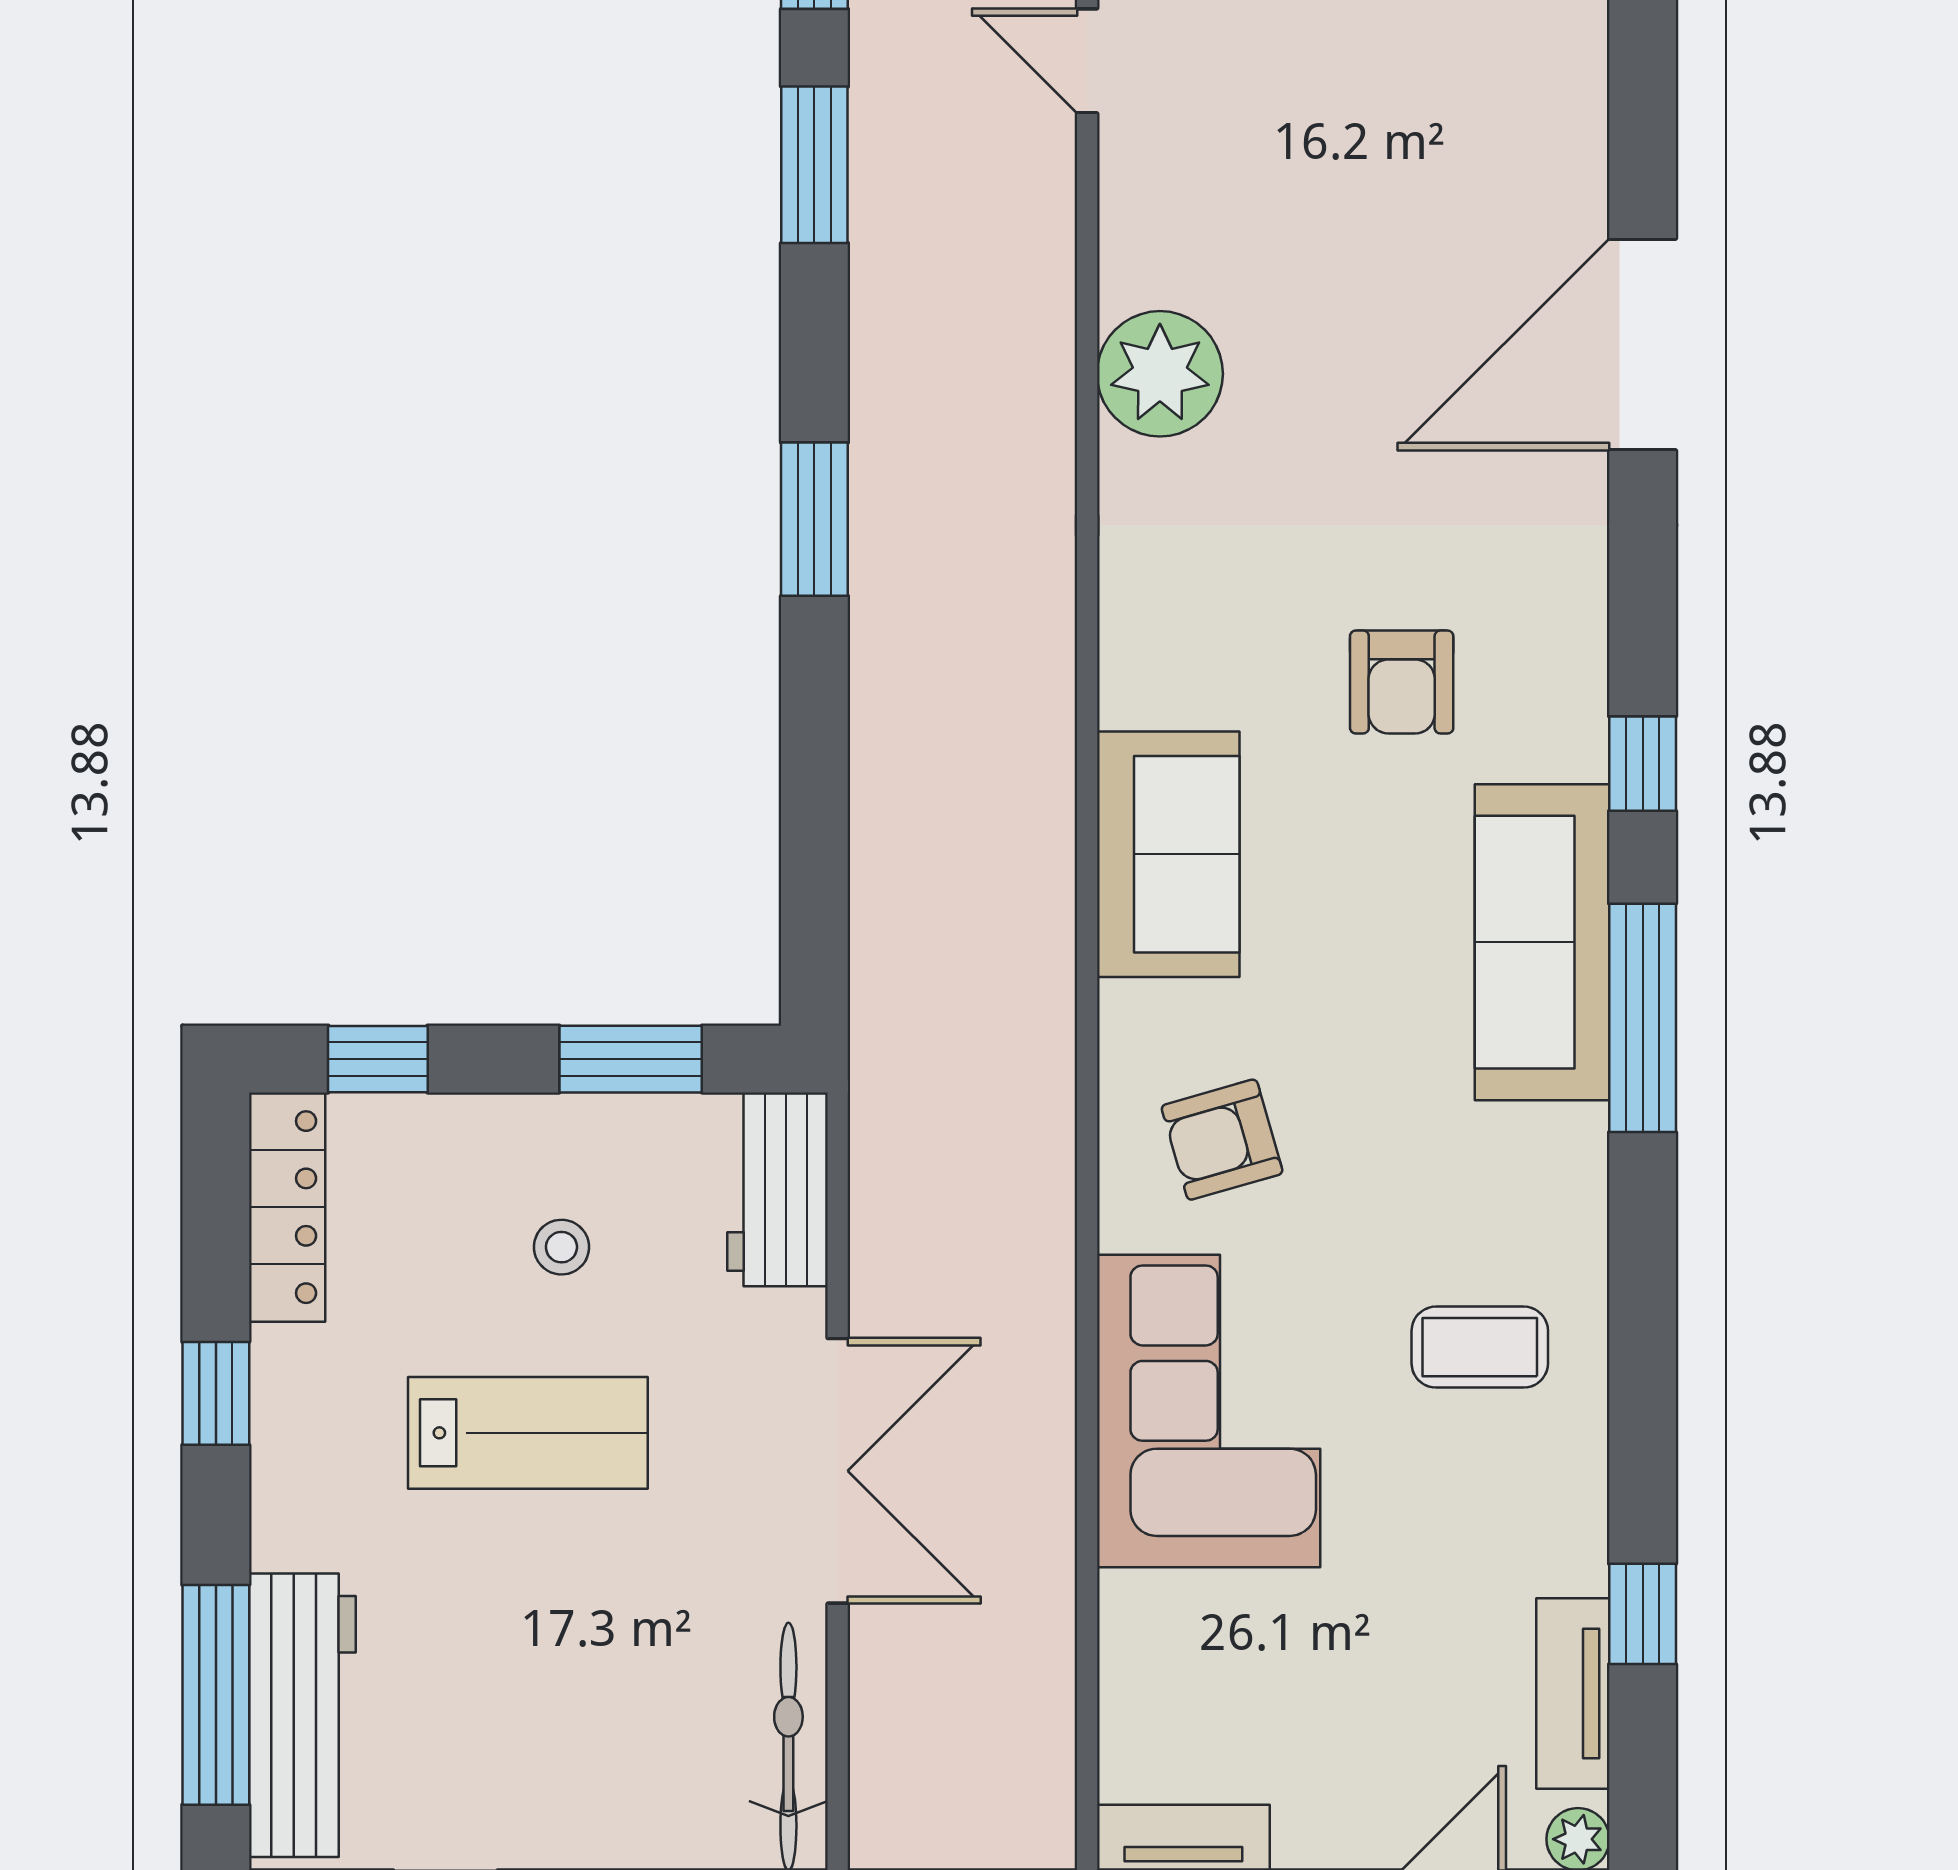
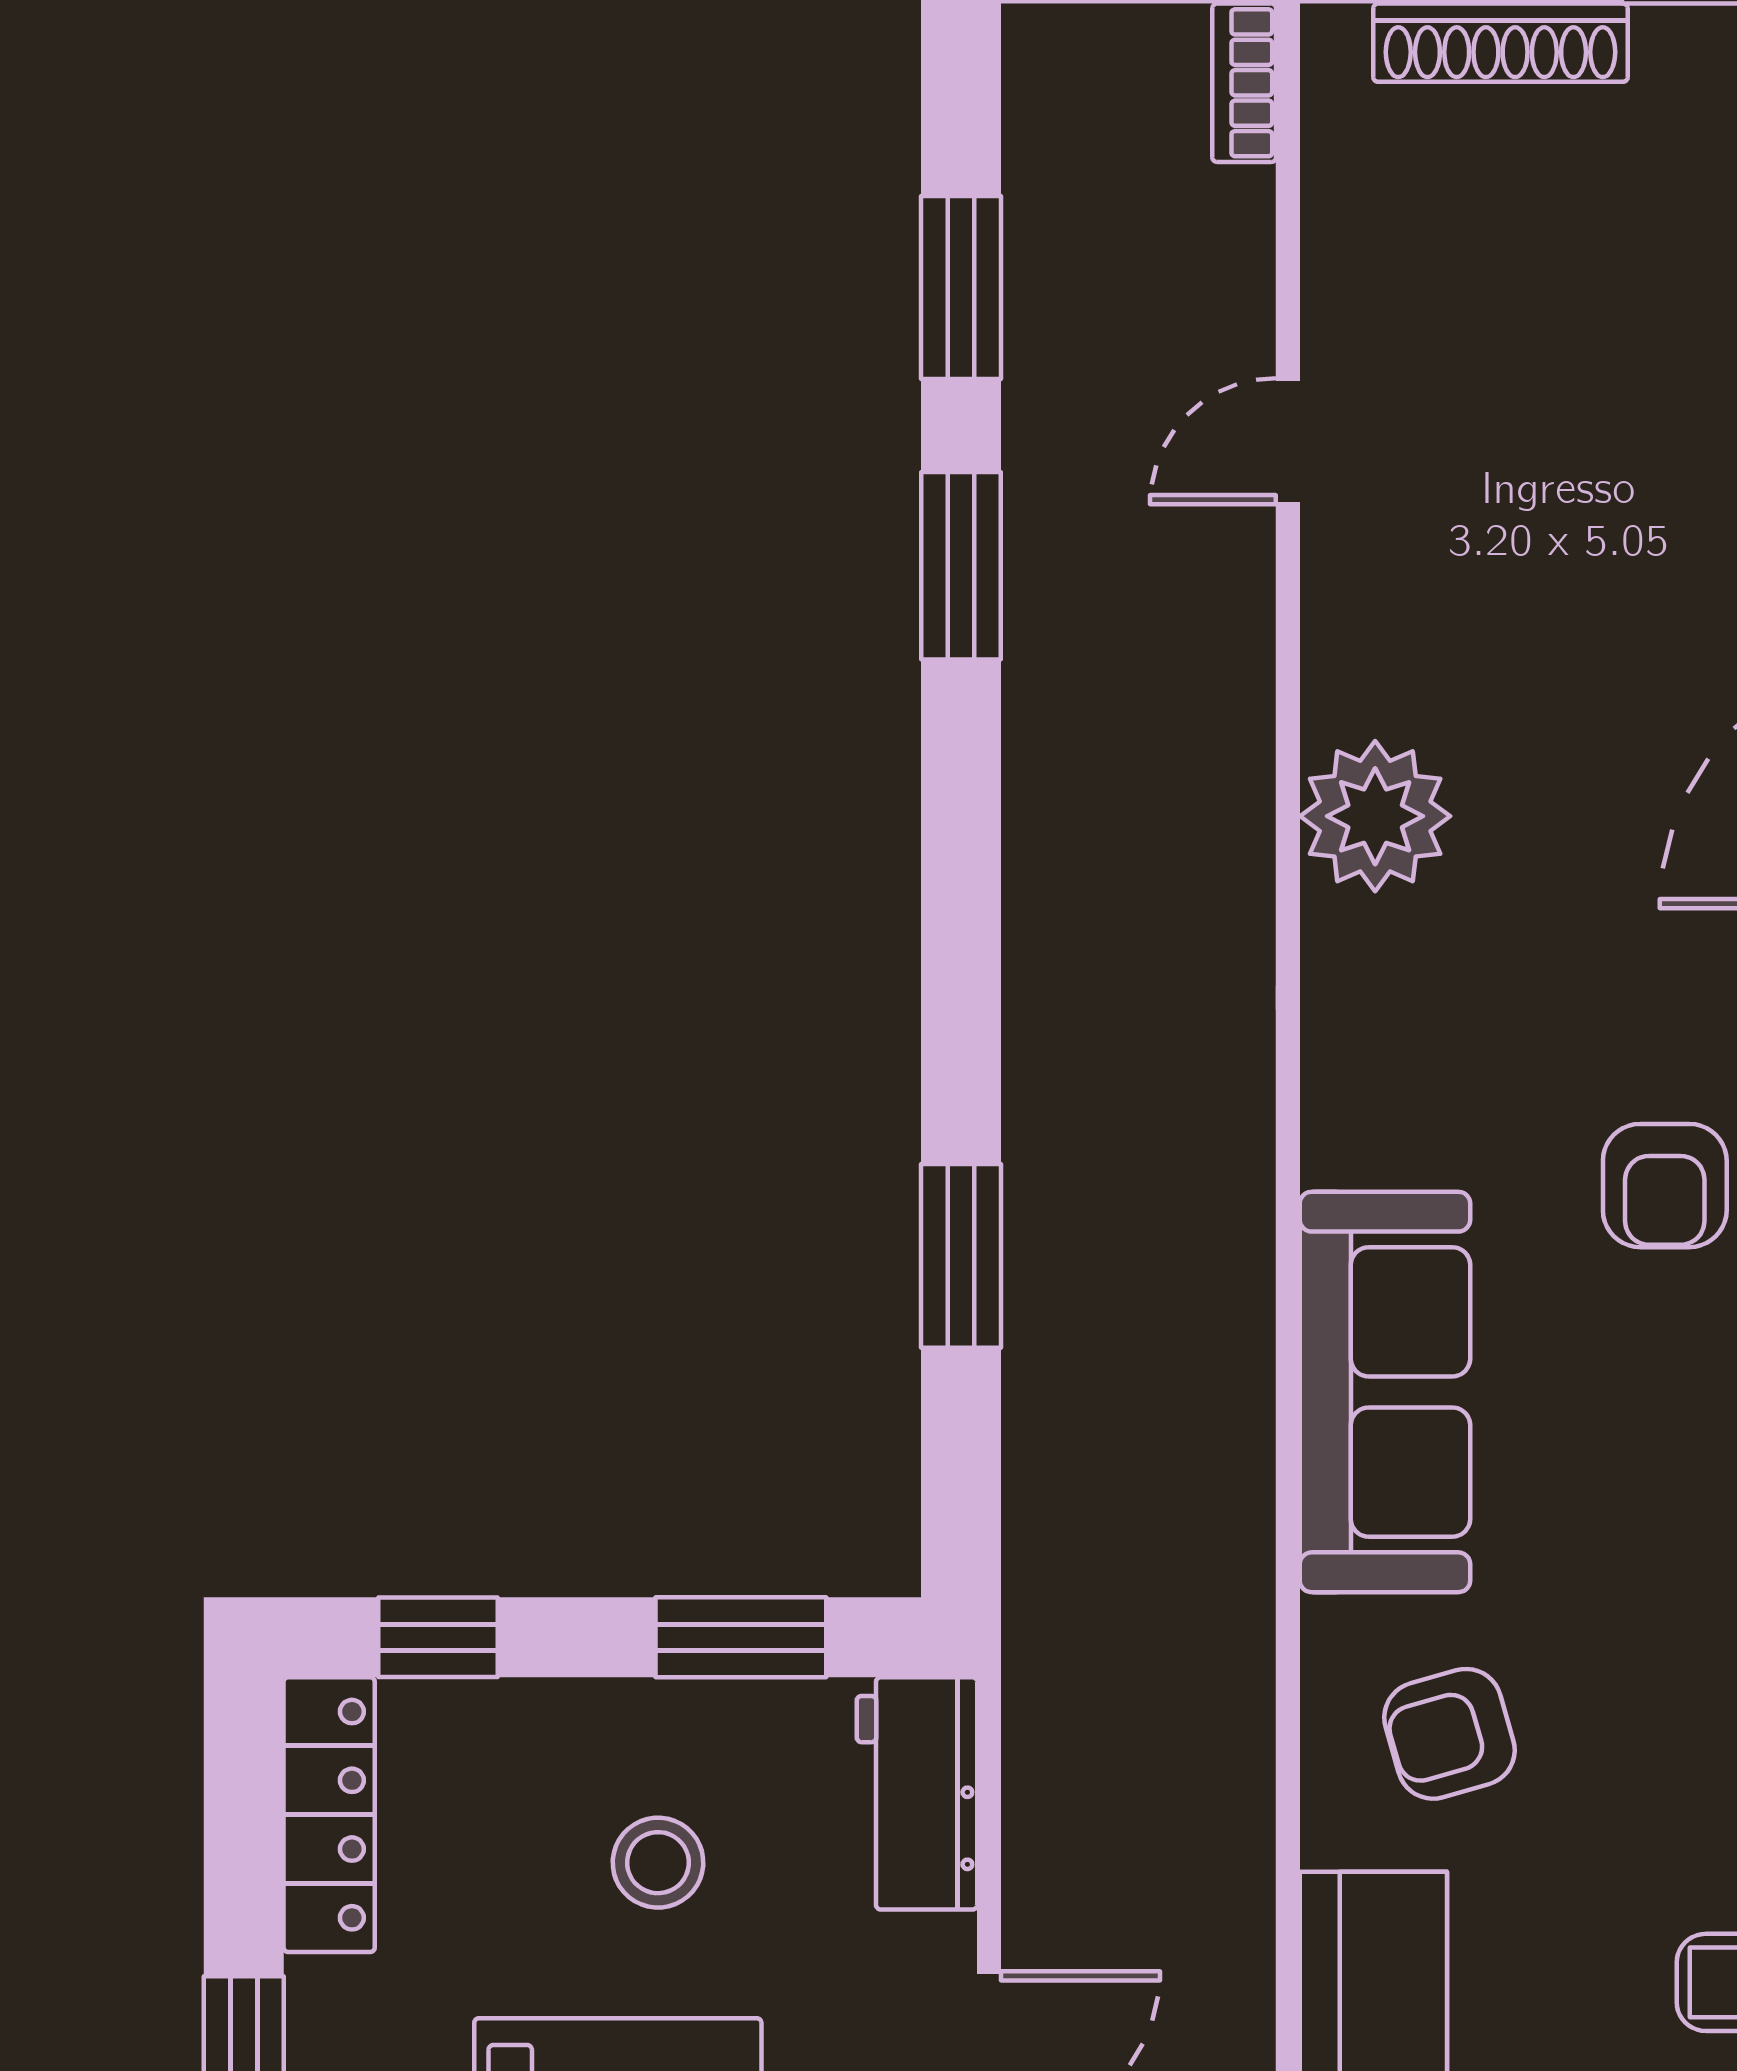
door: (1087, 61) -> (1288, 441), hinge flipped
window: (814, 519) -> (961, 1256), moved
sofa: (1168, 854) -> (1385, 1392), width x1.36
stool: (561, 1247) -> (658, 1863), width x1.37, depth x1.37

